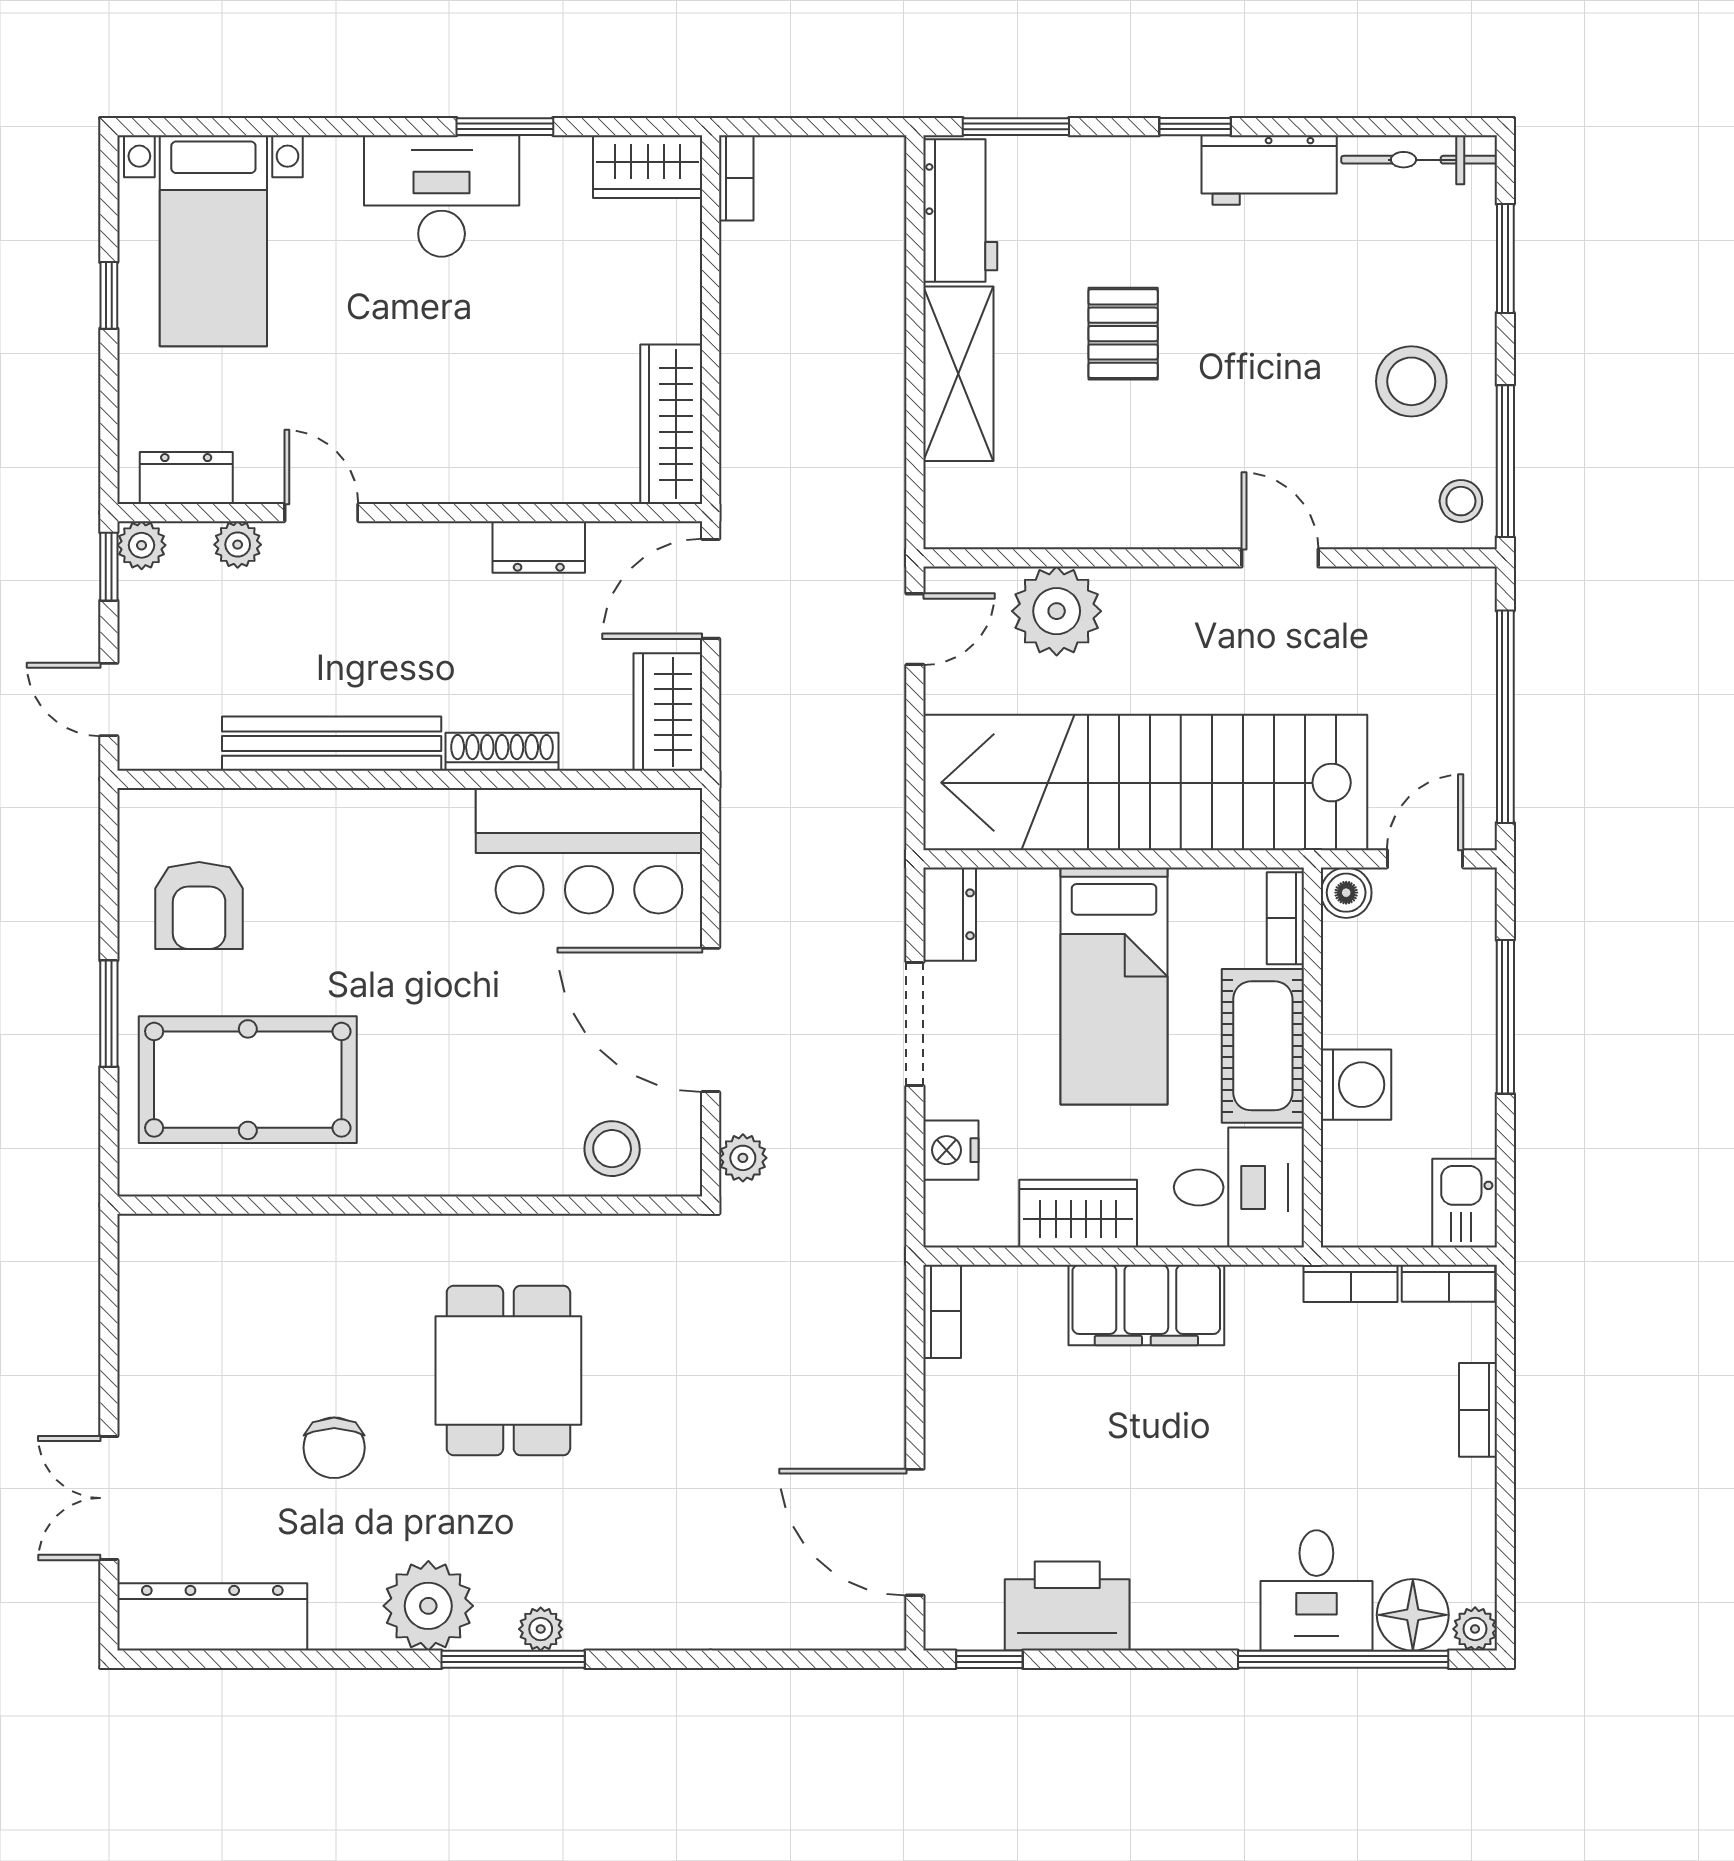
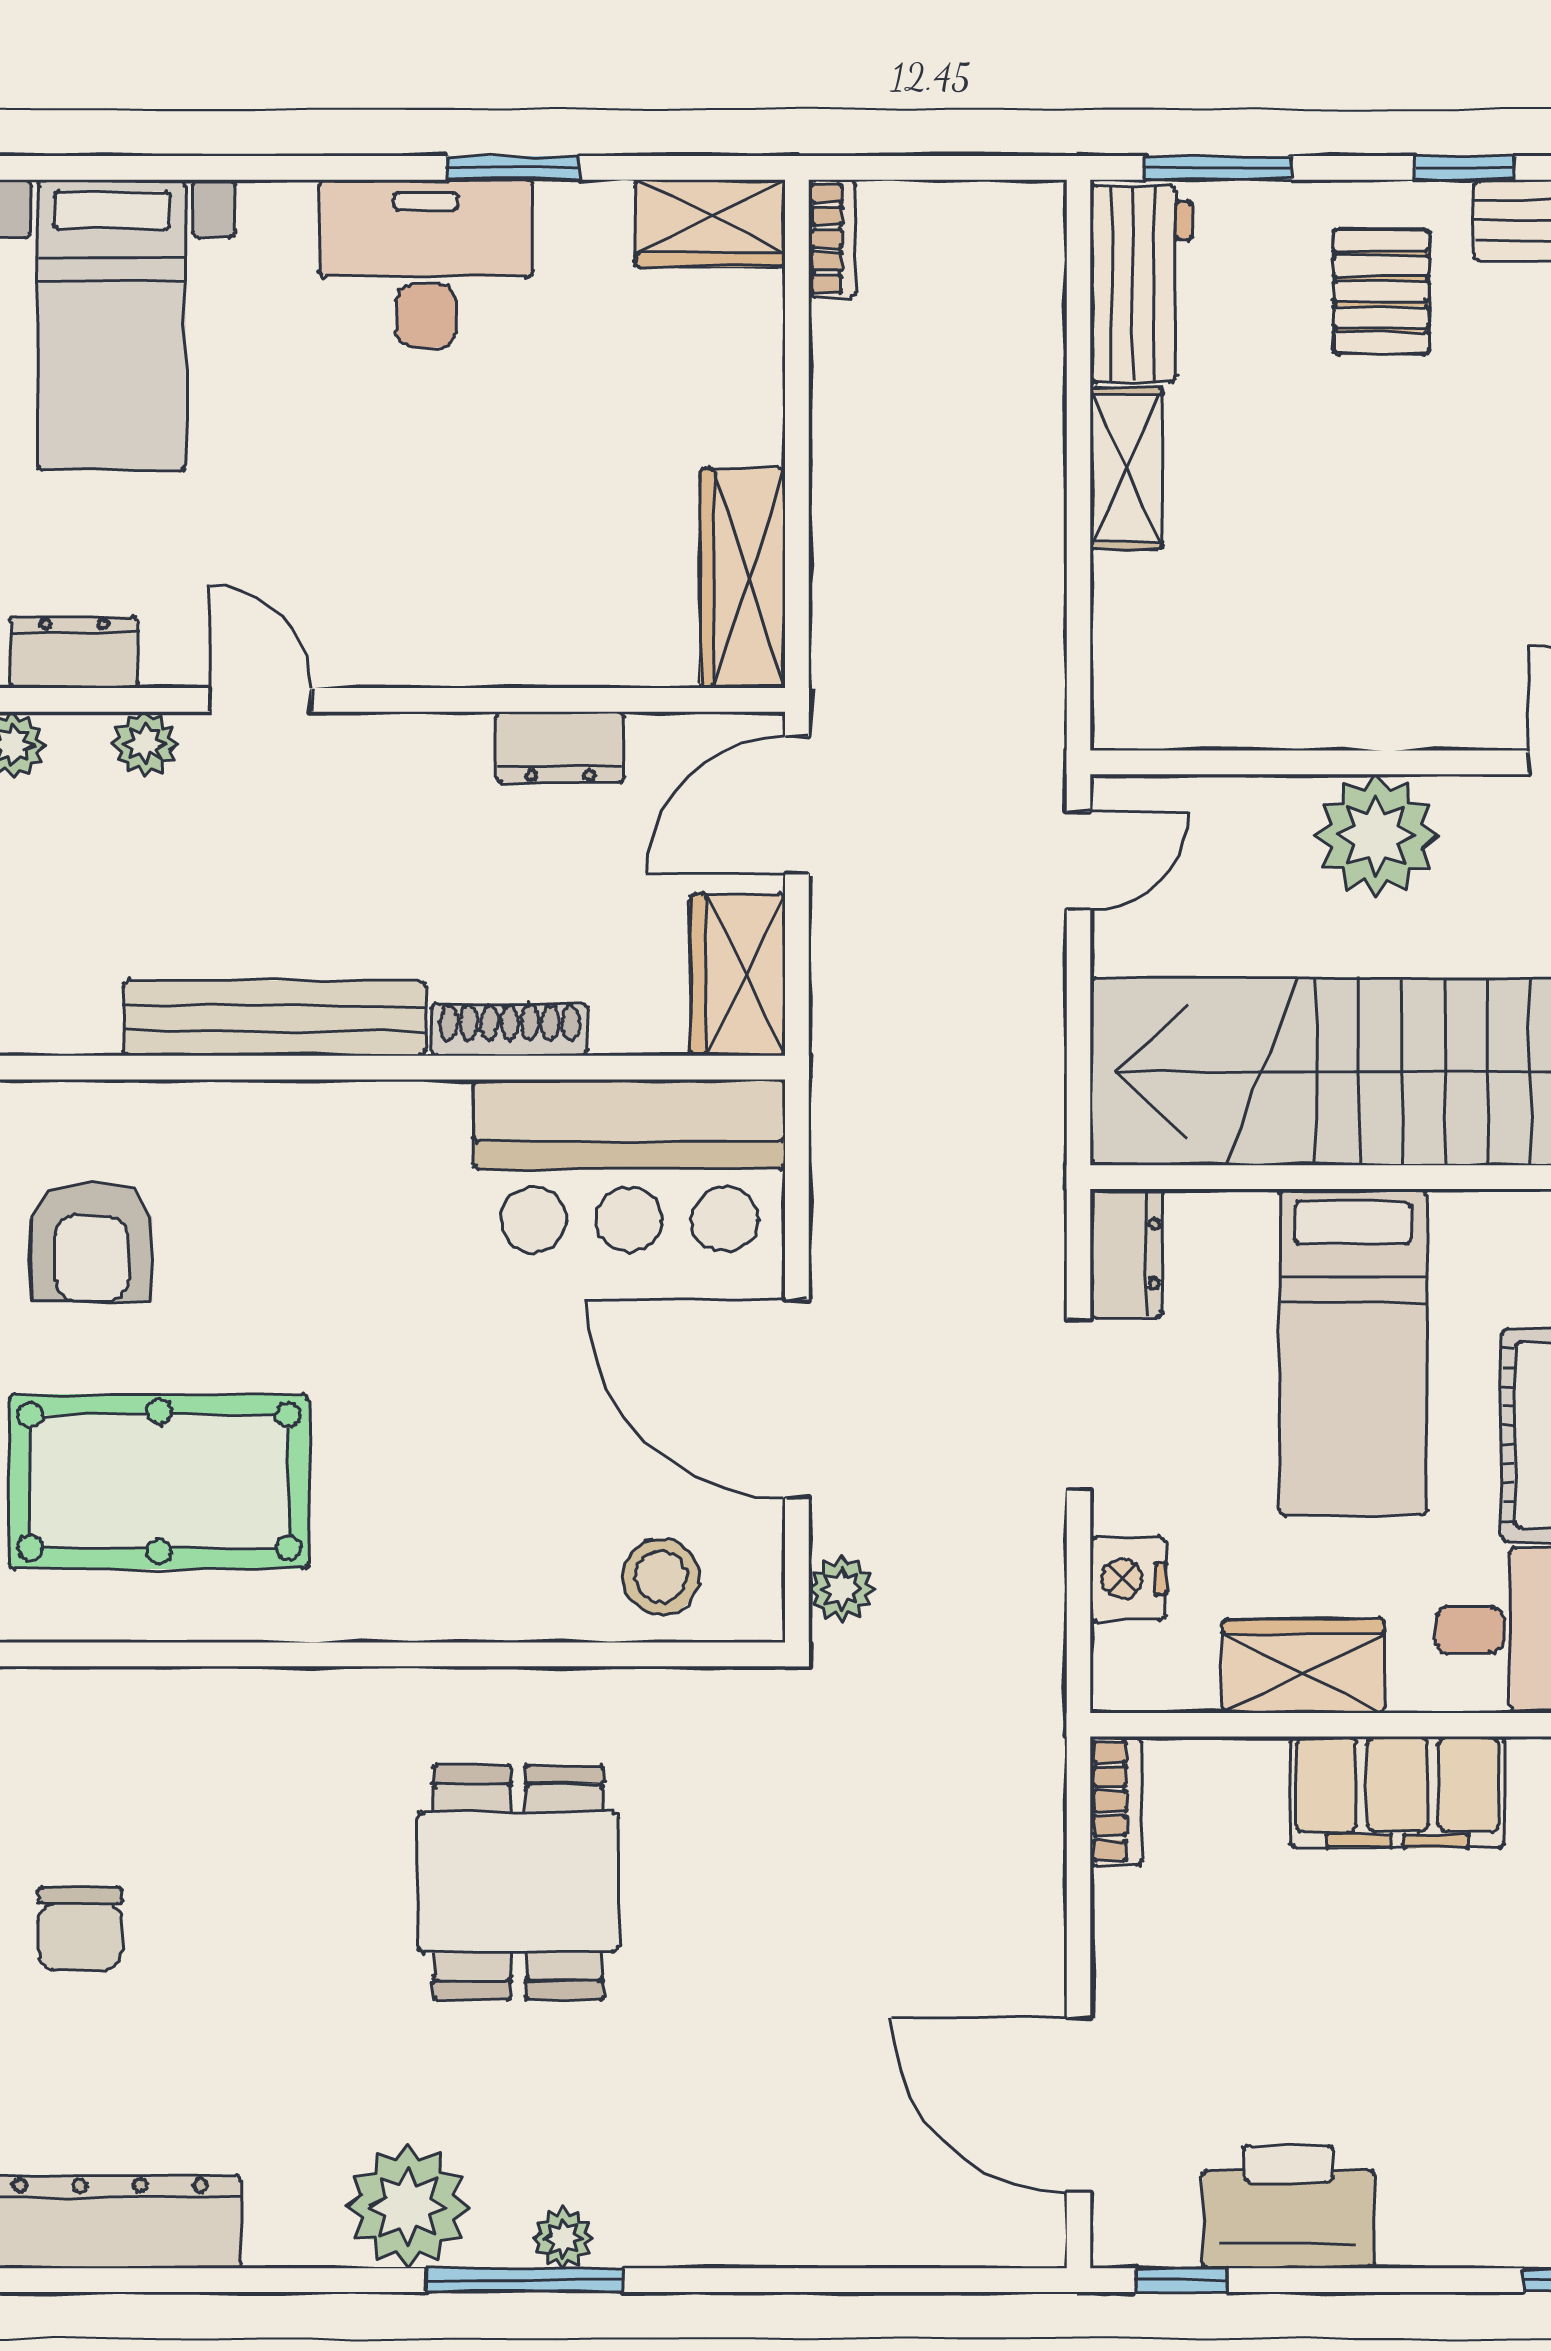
pallet: (1123, 334) -> (1381, 292), moved
shelving: (958, 374) -> (1126, 468), width x0.67, depth x0.75
plant: (1057, 611) -> (1376, 836), moved
chair: (334, 1448) -> (80, 1929), moved

